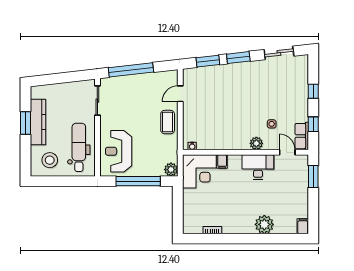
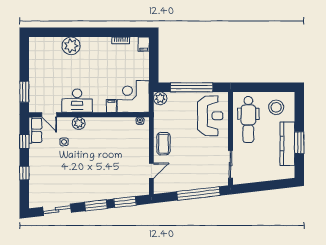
filing cabinet: (303, 226) -> (144, 44), moved

